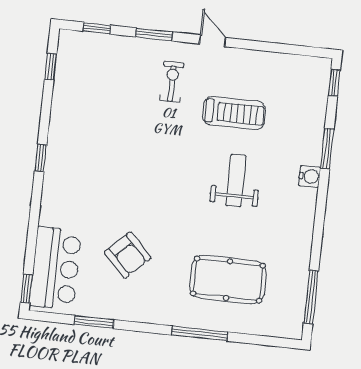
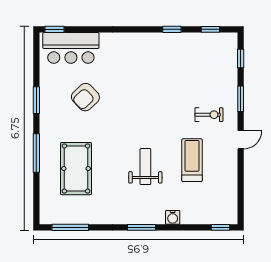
treadmill: (234, 113) -> (192, 160), turned 180
window: (327, 149) -> (141, 227), moved
window: (41, 158) -> (172, 29), moved
water cooler: (310, 176) -> (173, 217), moved
weight bench: (236, 180) -> (145, 167), turned -90
window: (94, 322) -> (36, 100), moved

